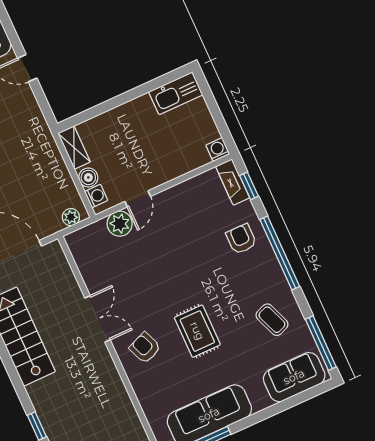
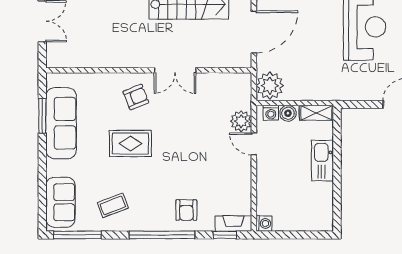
kitchen sink: (176, 93) -> (322, 161), moved
plant: (71, 217) -> (270, 86), width x1.88, depth x1.88
armchair: (241, 239) -> (186, 210), turned 90

